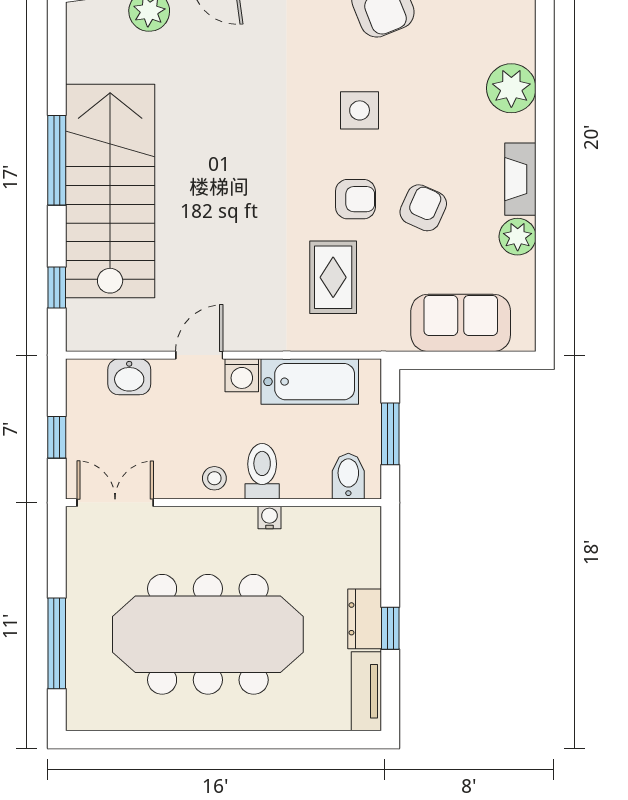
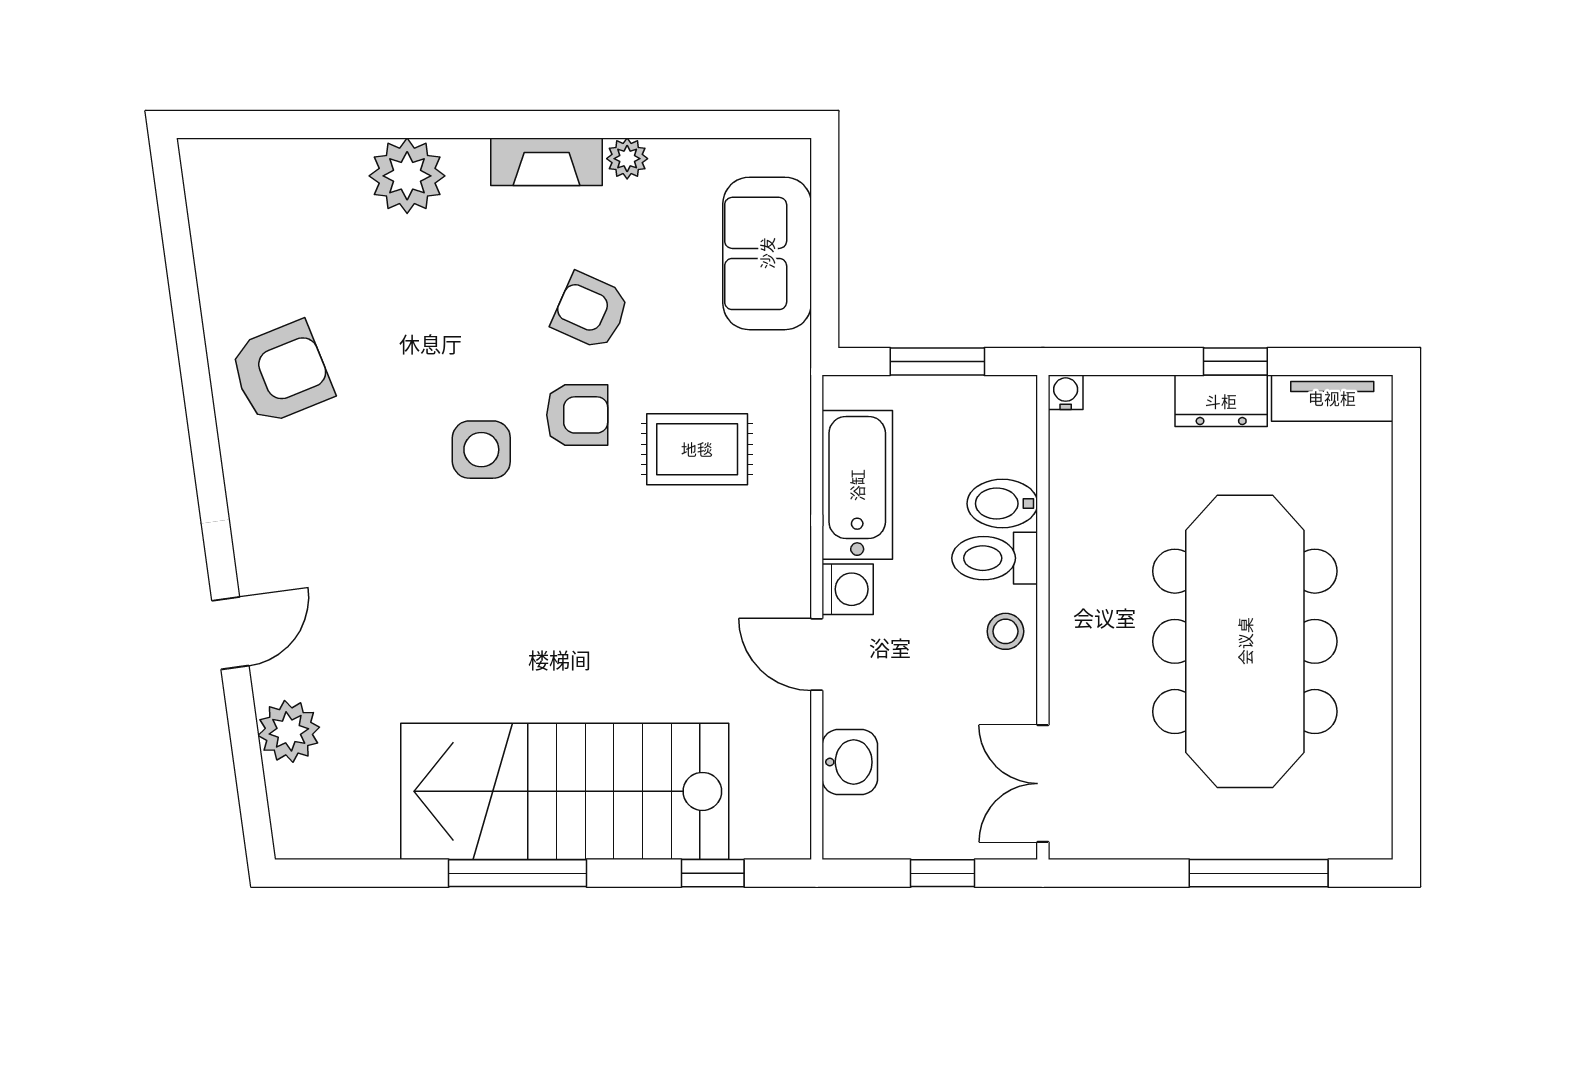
side table: (360, 110) -> (481, 450), moved
armchair: (355, 199) -> (577, 415), turned 90
plant: (518, 237) -> (627, 159), width x0.73, depth x0.73
bidet: (348, 476) -> (1002, 504), moved
water cooler: (269, 517) -> (1066, 392), moved, turned 90

